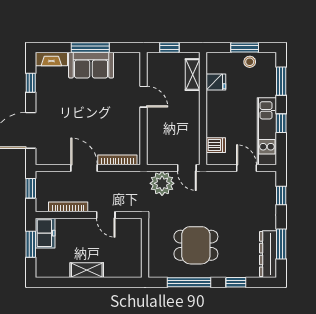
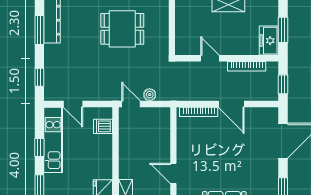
plant: (162, 183) -> (150, 95), width x0.53, depth x0.53

